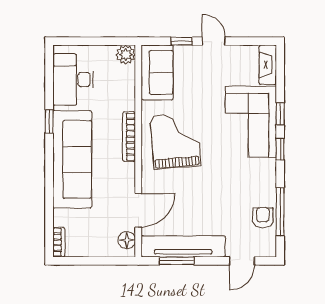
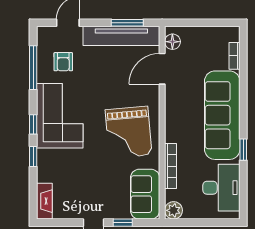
corner sofa: (251, 122) -> (60, 116), moved
bookcase: (129, 137) -> (170, 166), moved
armchair: (263, 218) -> (63, 62), moved
bookcase: (59, 242) -> (234, 56), moved

